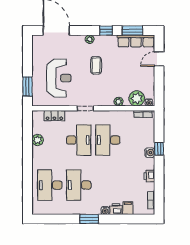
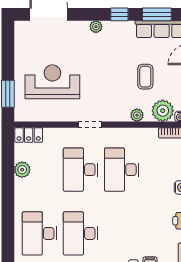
coffee table: (96, 65) -> (145, 77), moved
reception desk: (59, 78) -> (52, 82), turned -90
locker: (54, 116) -> (29, 135), moved
desk: (79, 140) -> (81, 170), turned 180

